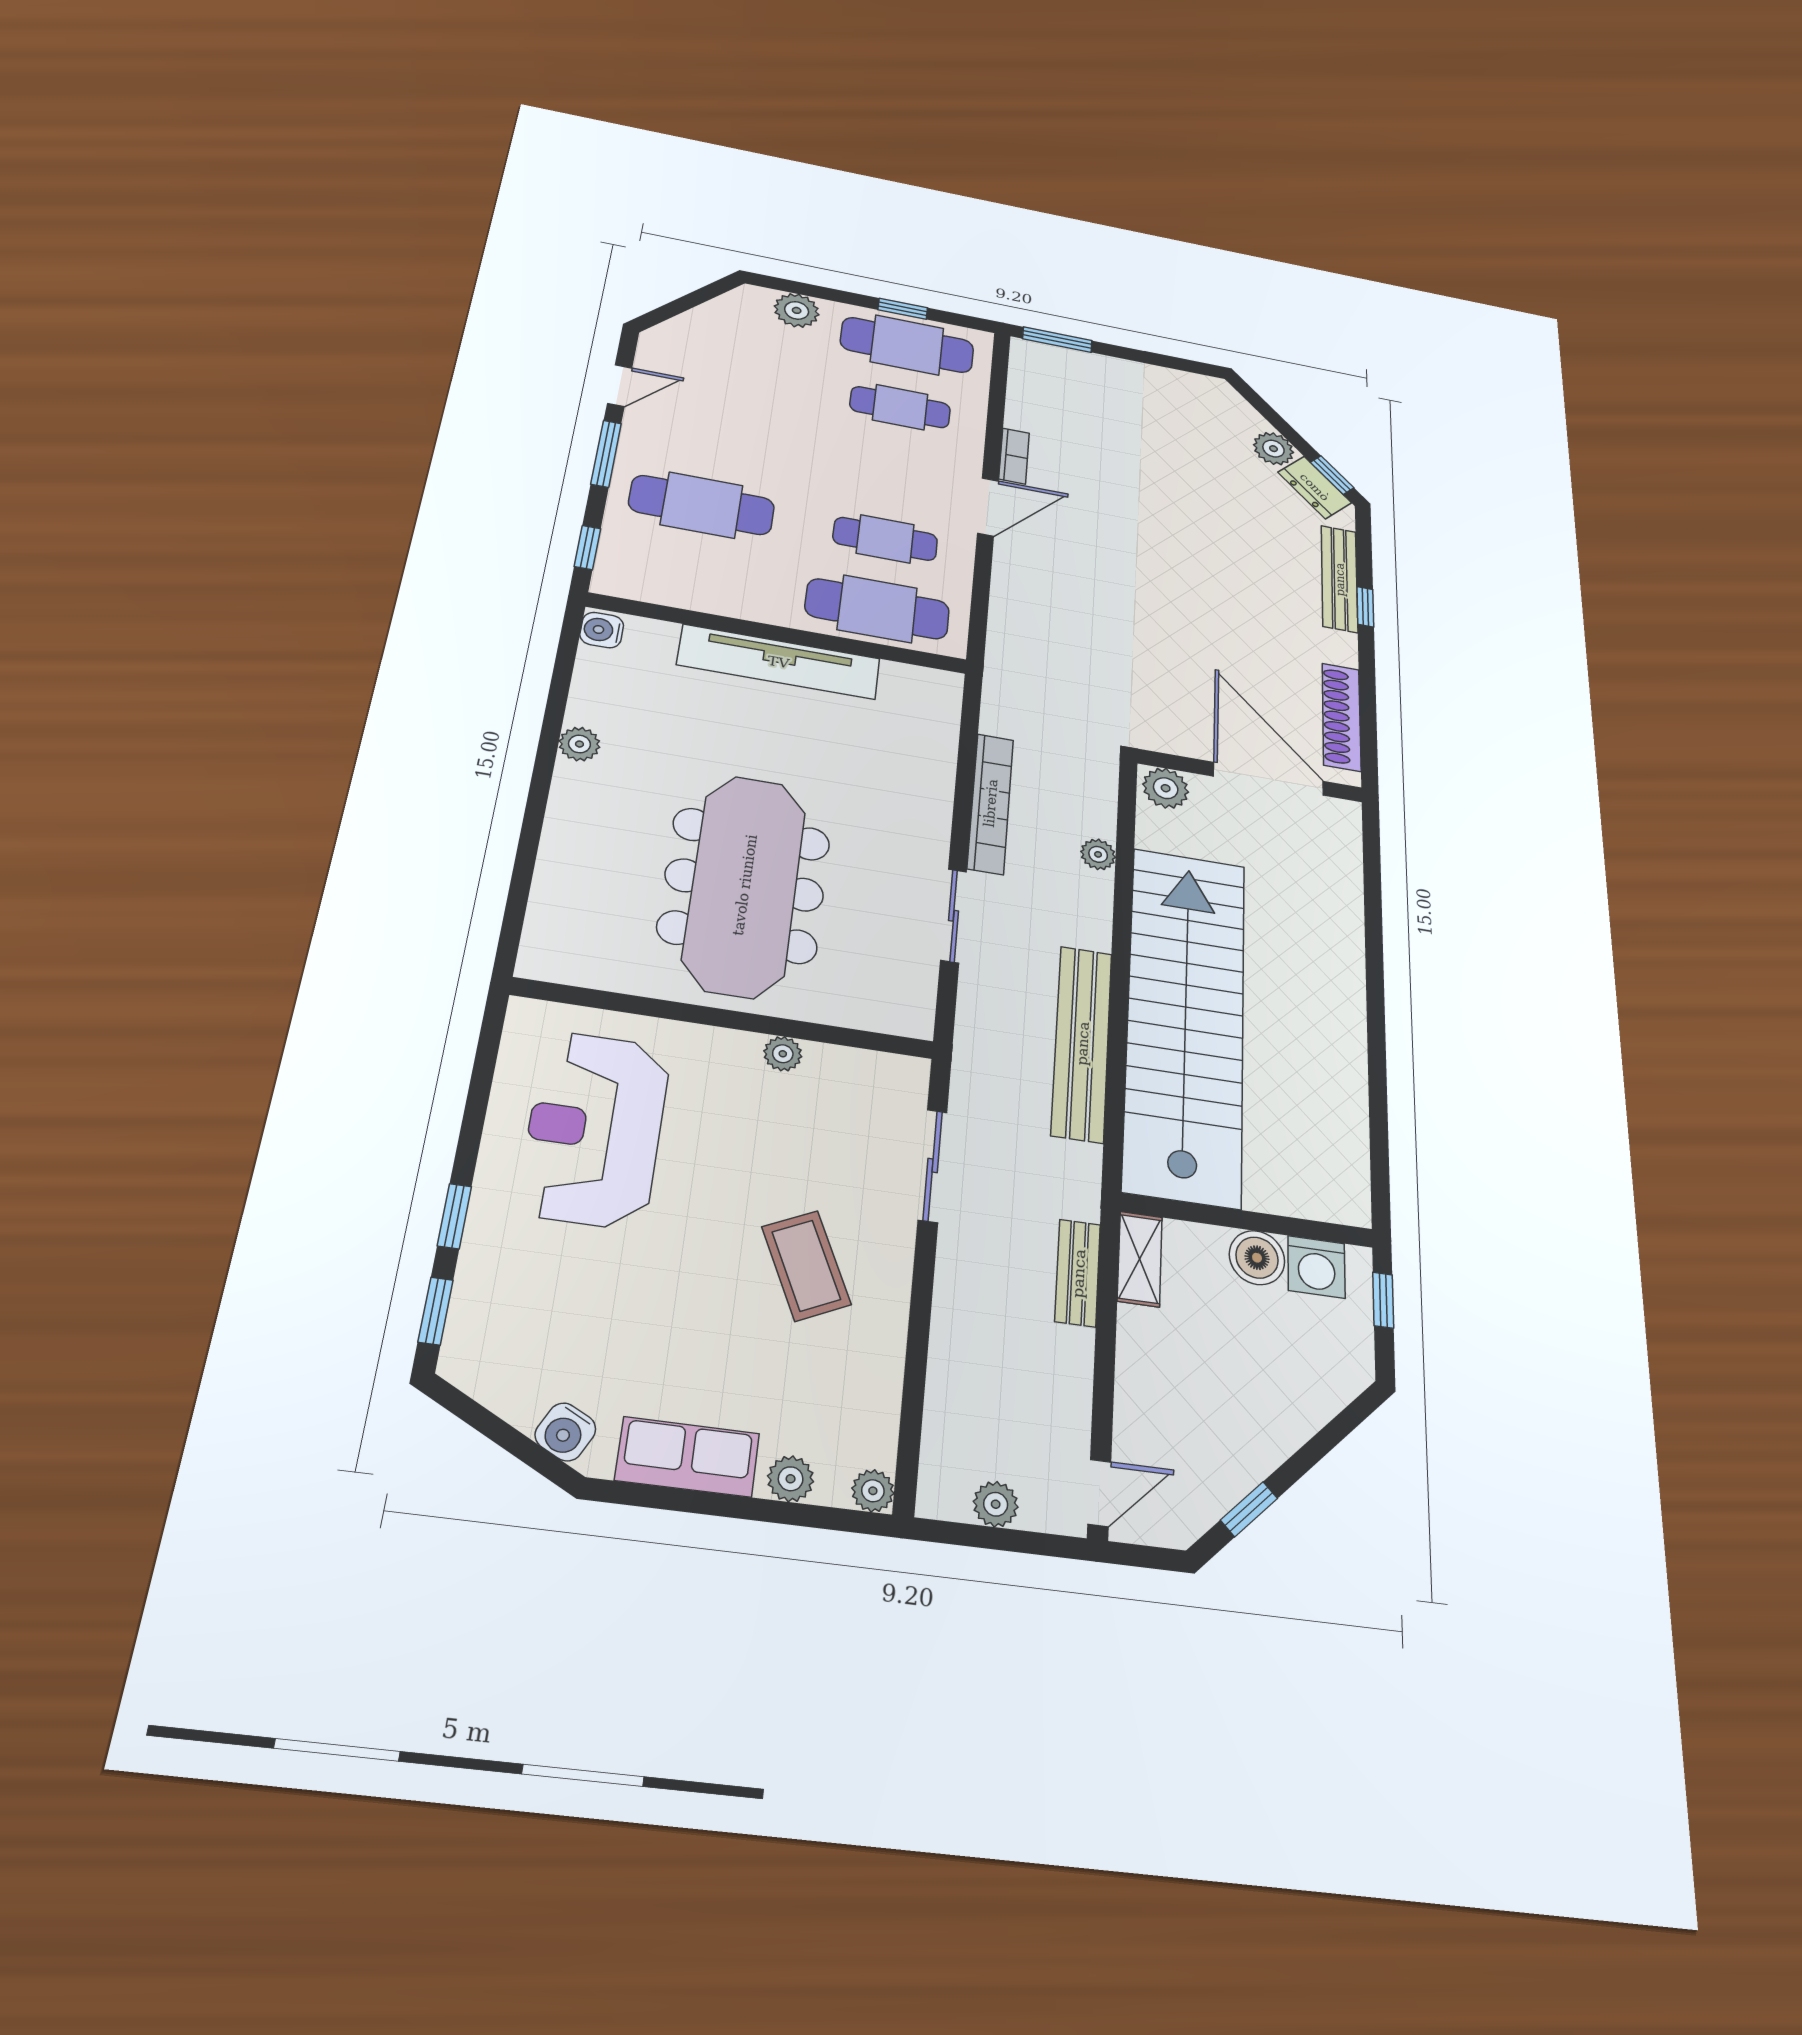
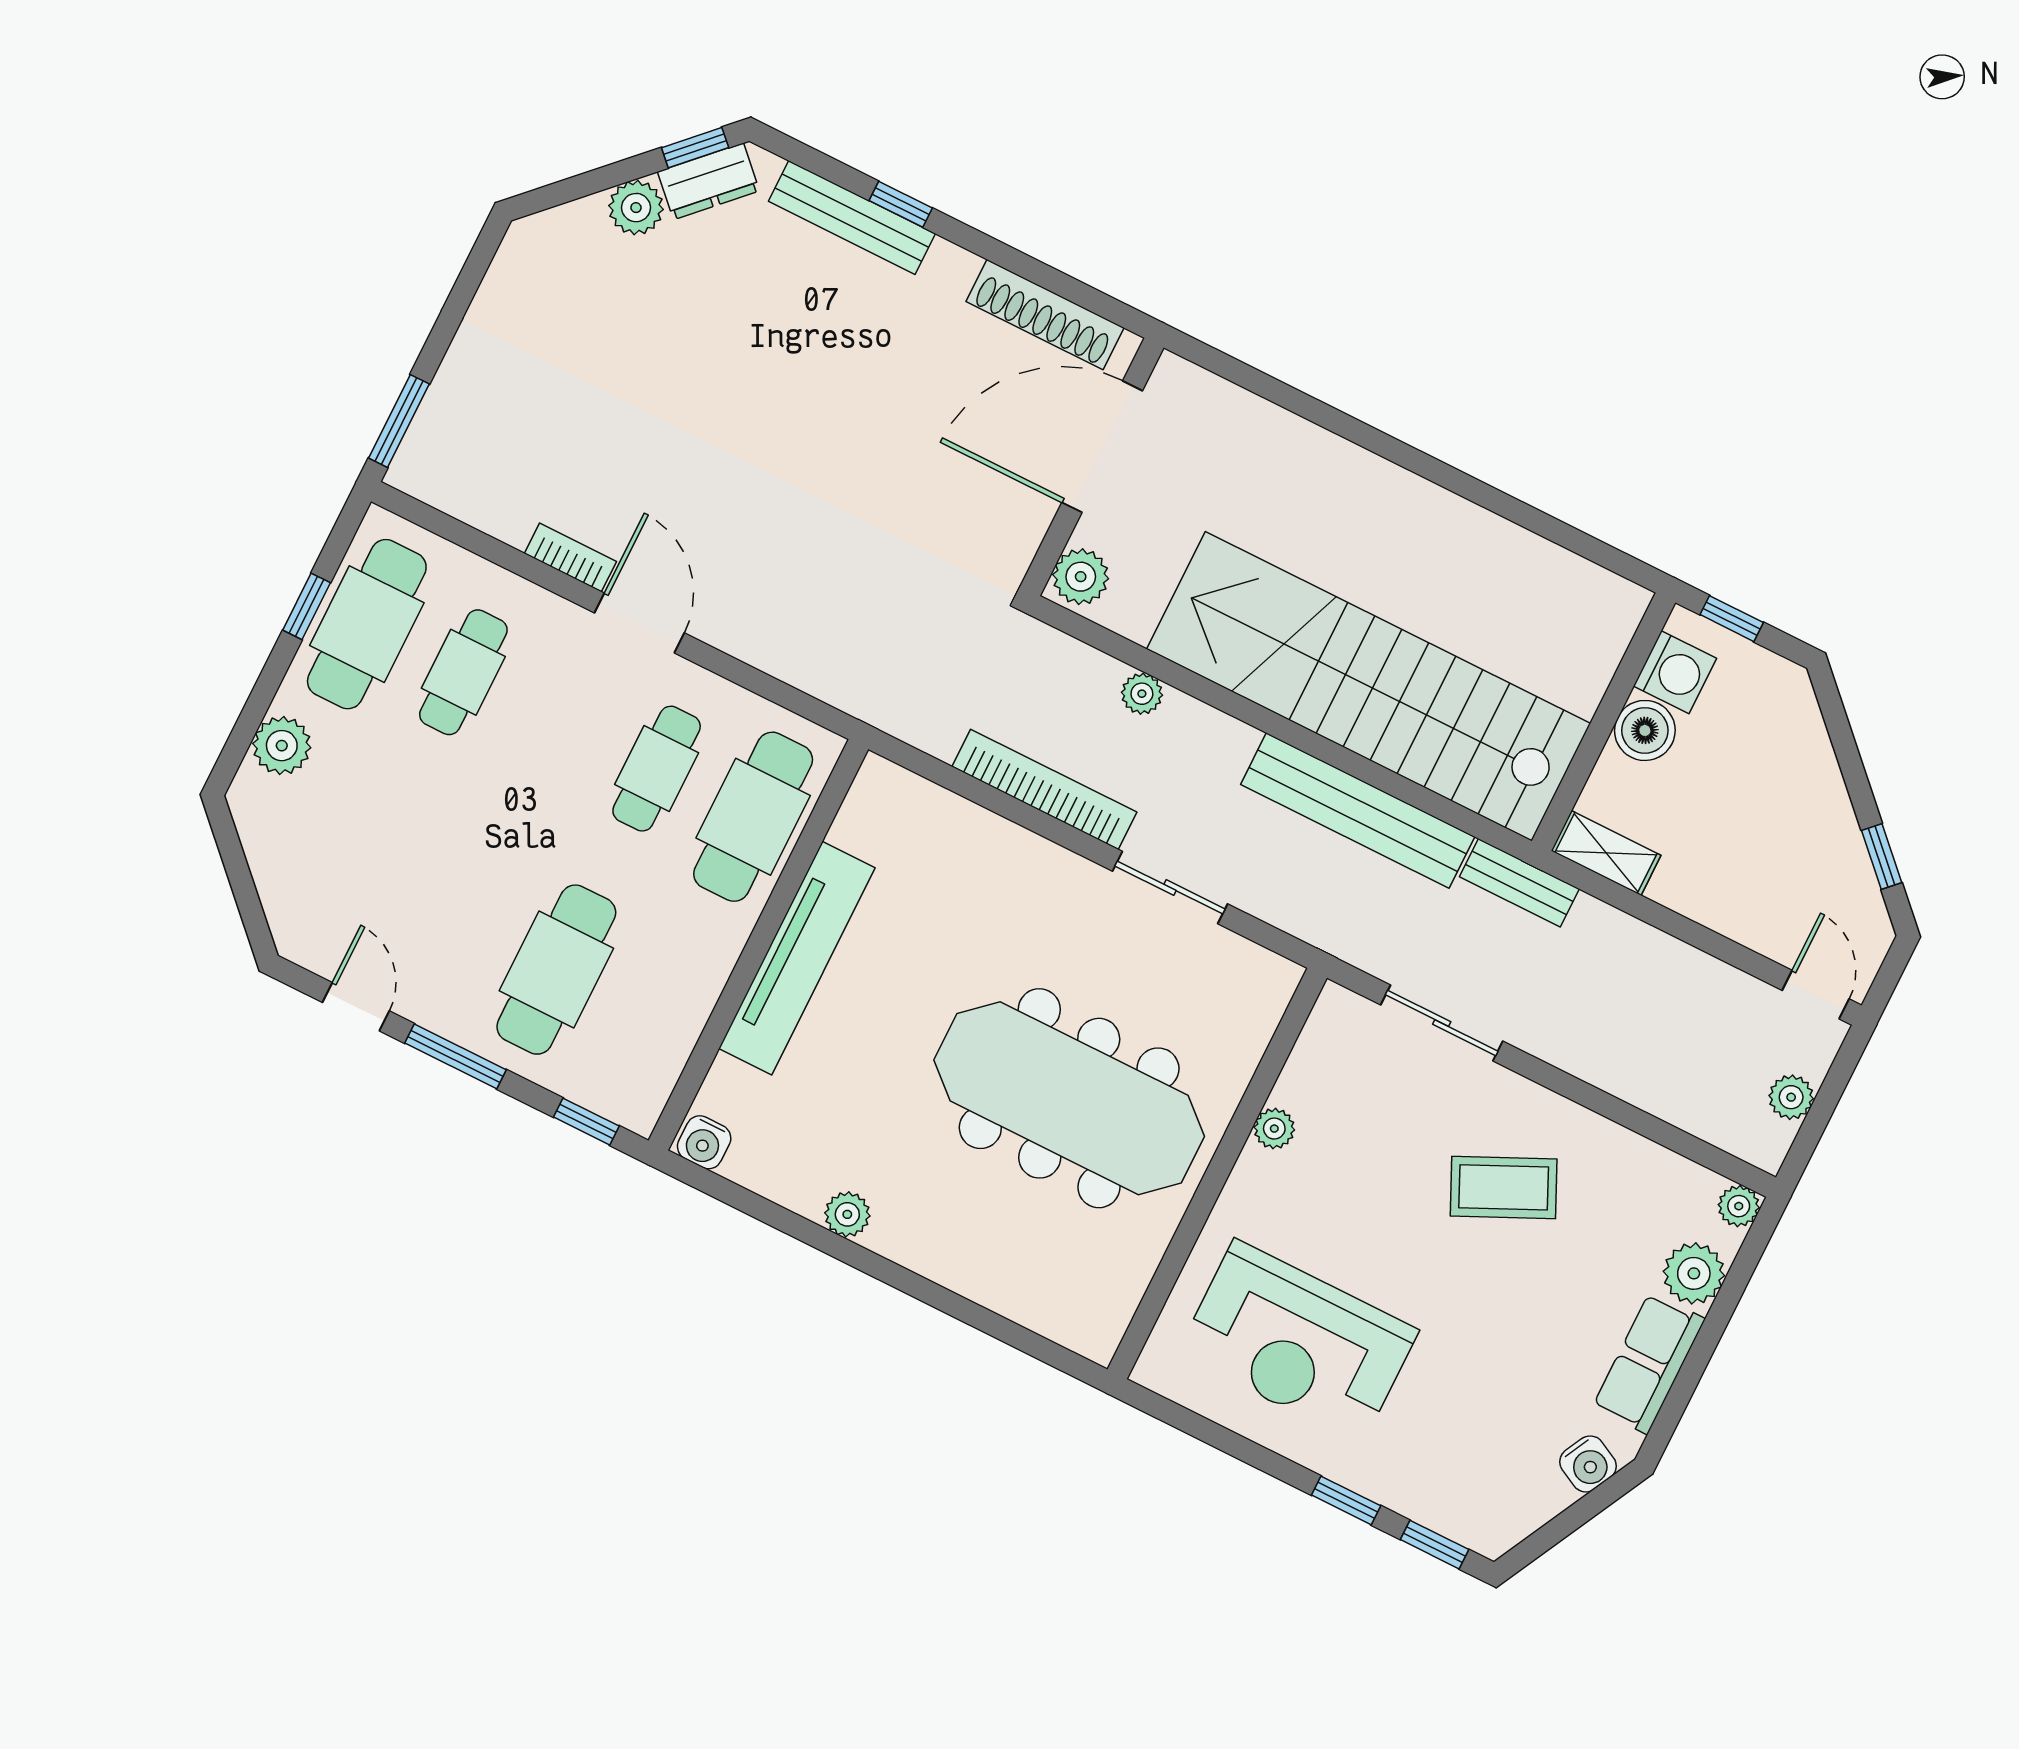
bench: (1078, 1273) -> (1519, 883), moved
plant: (791, 1479) -> (1694, 1273), width x1.38, depth x1.38

